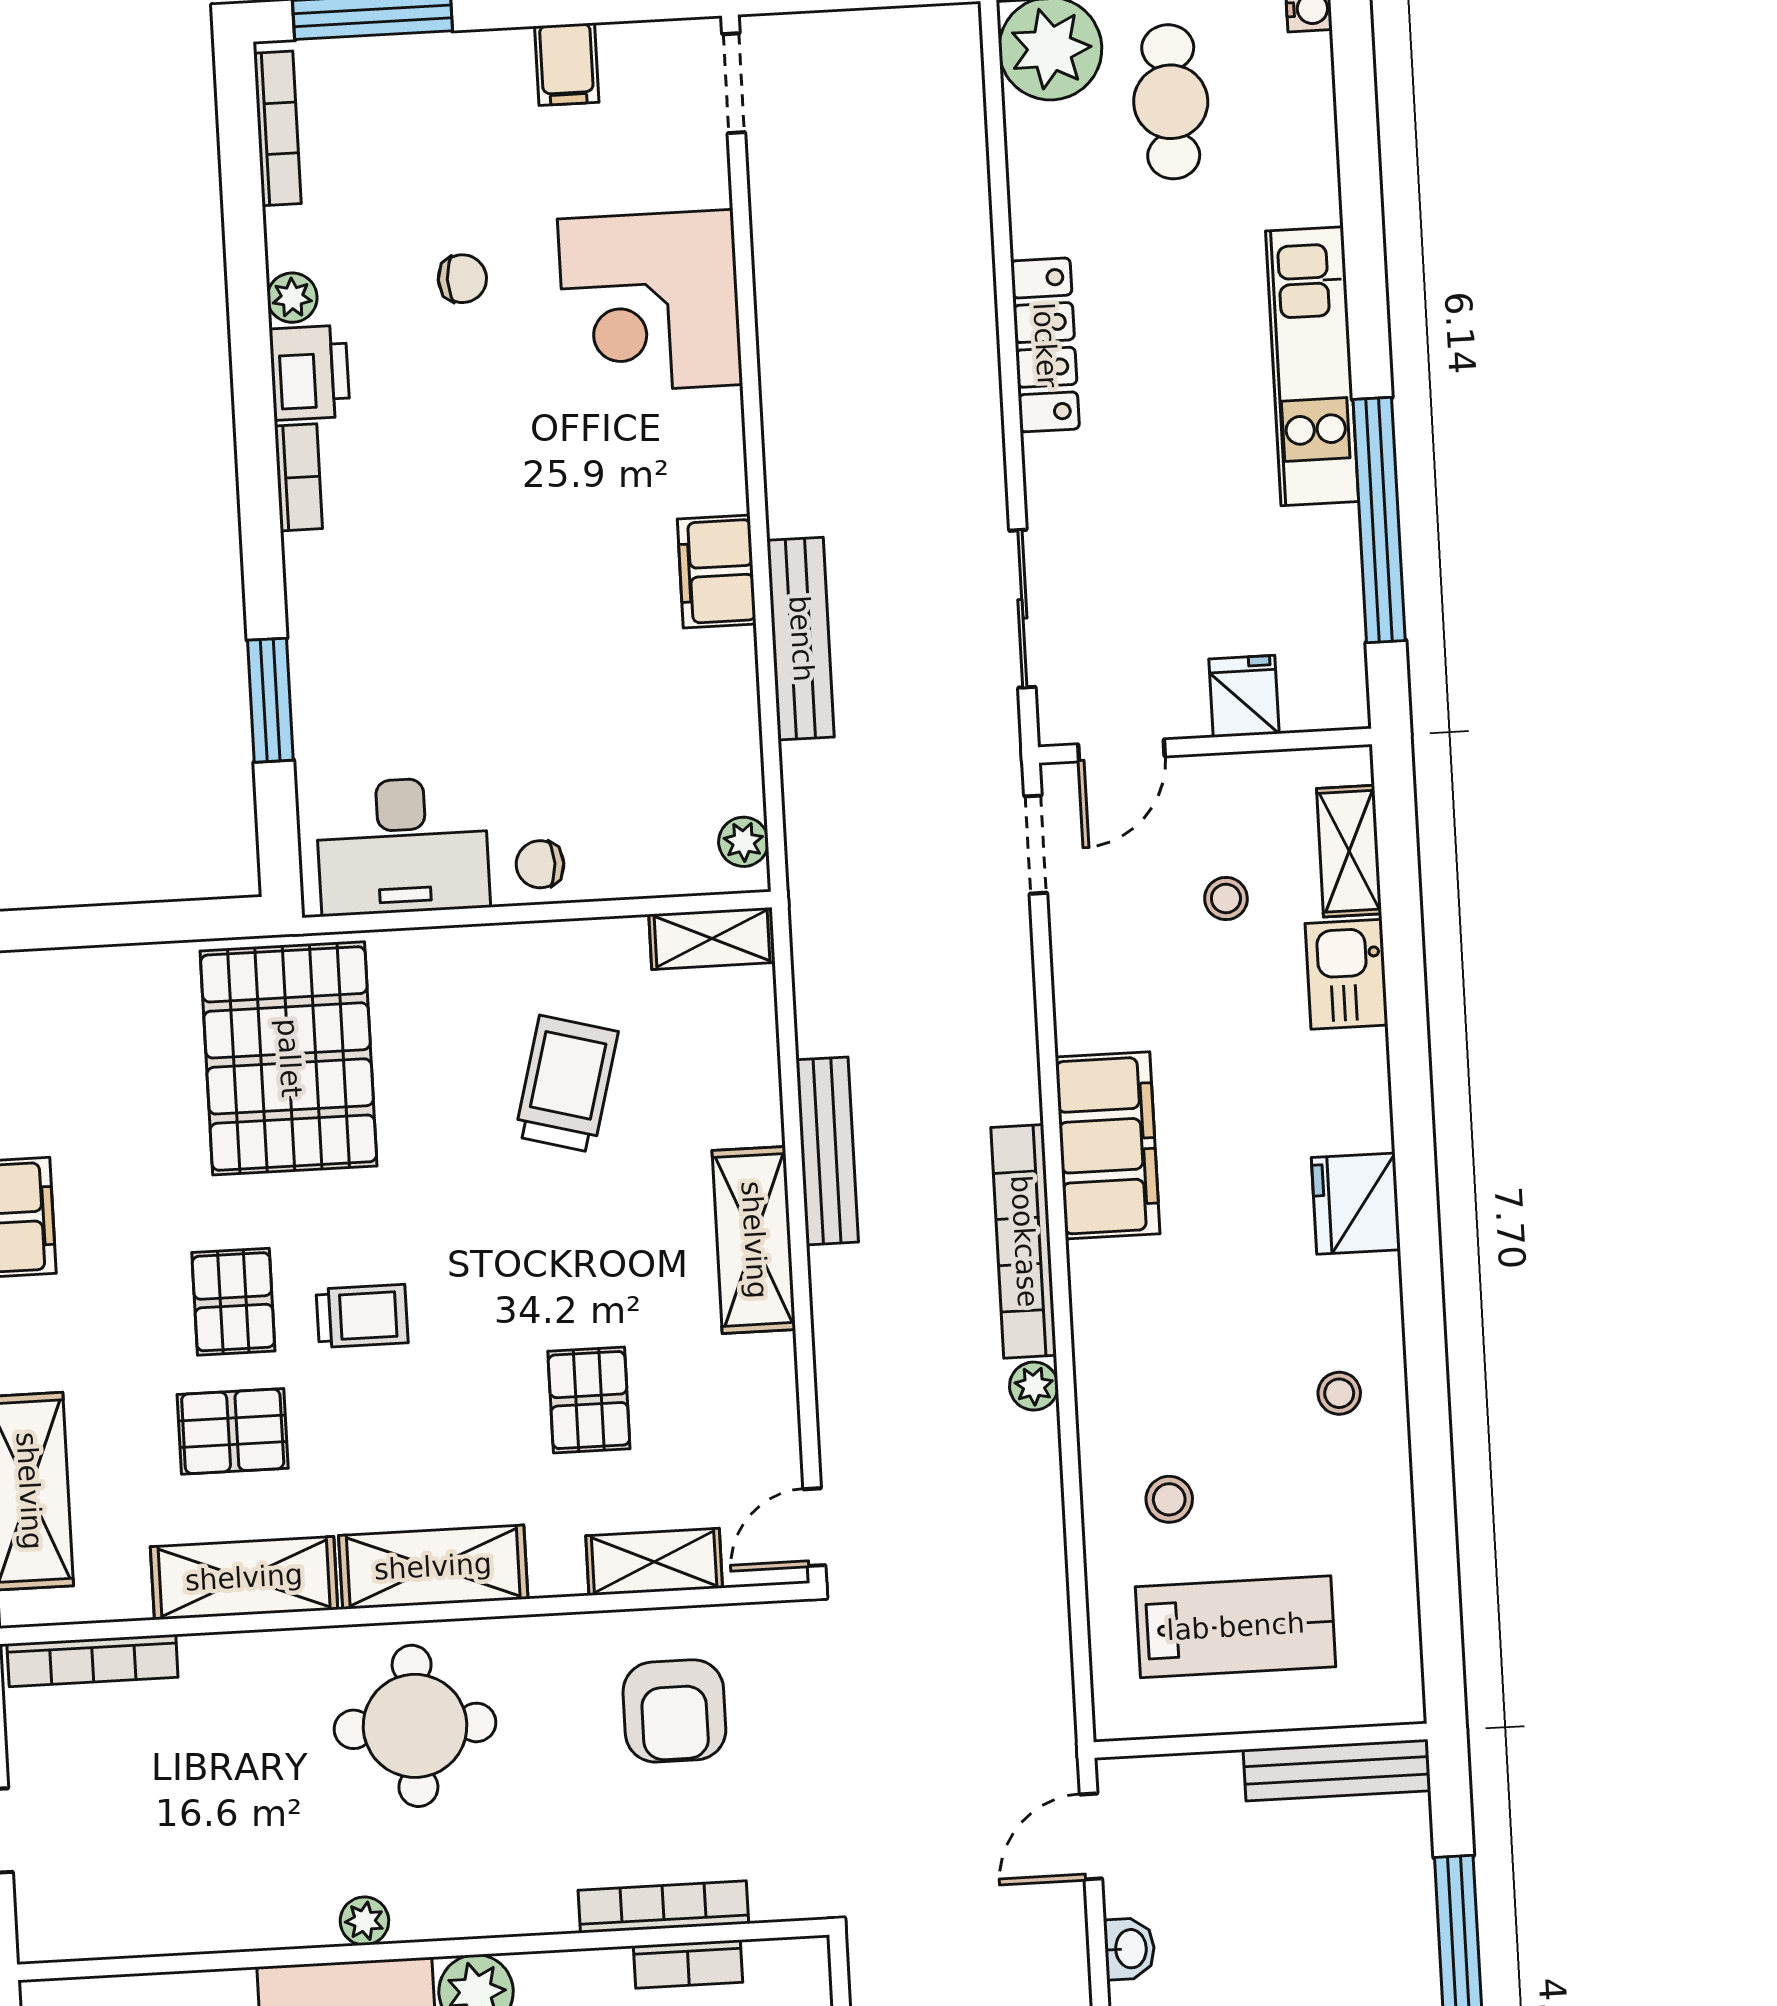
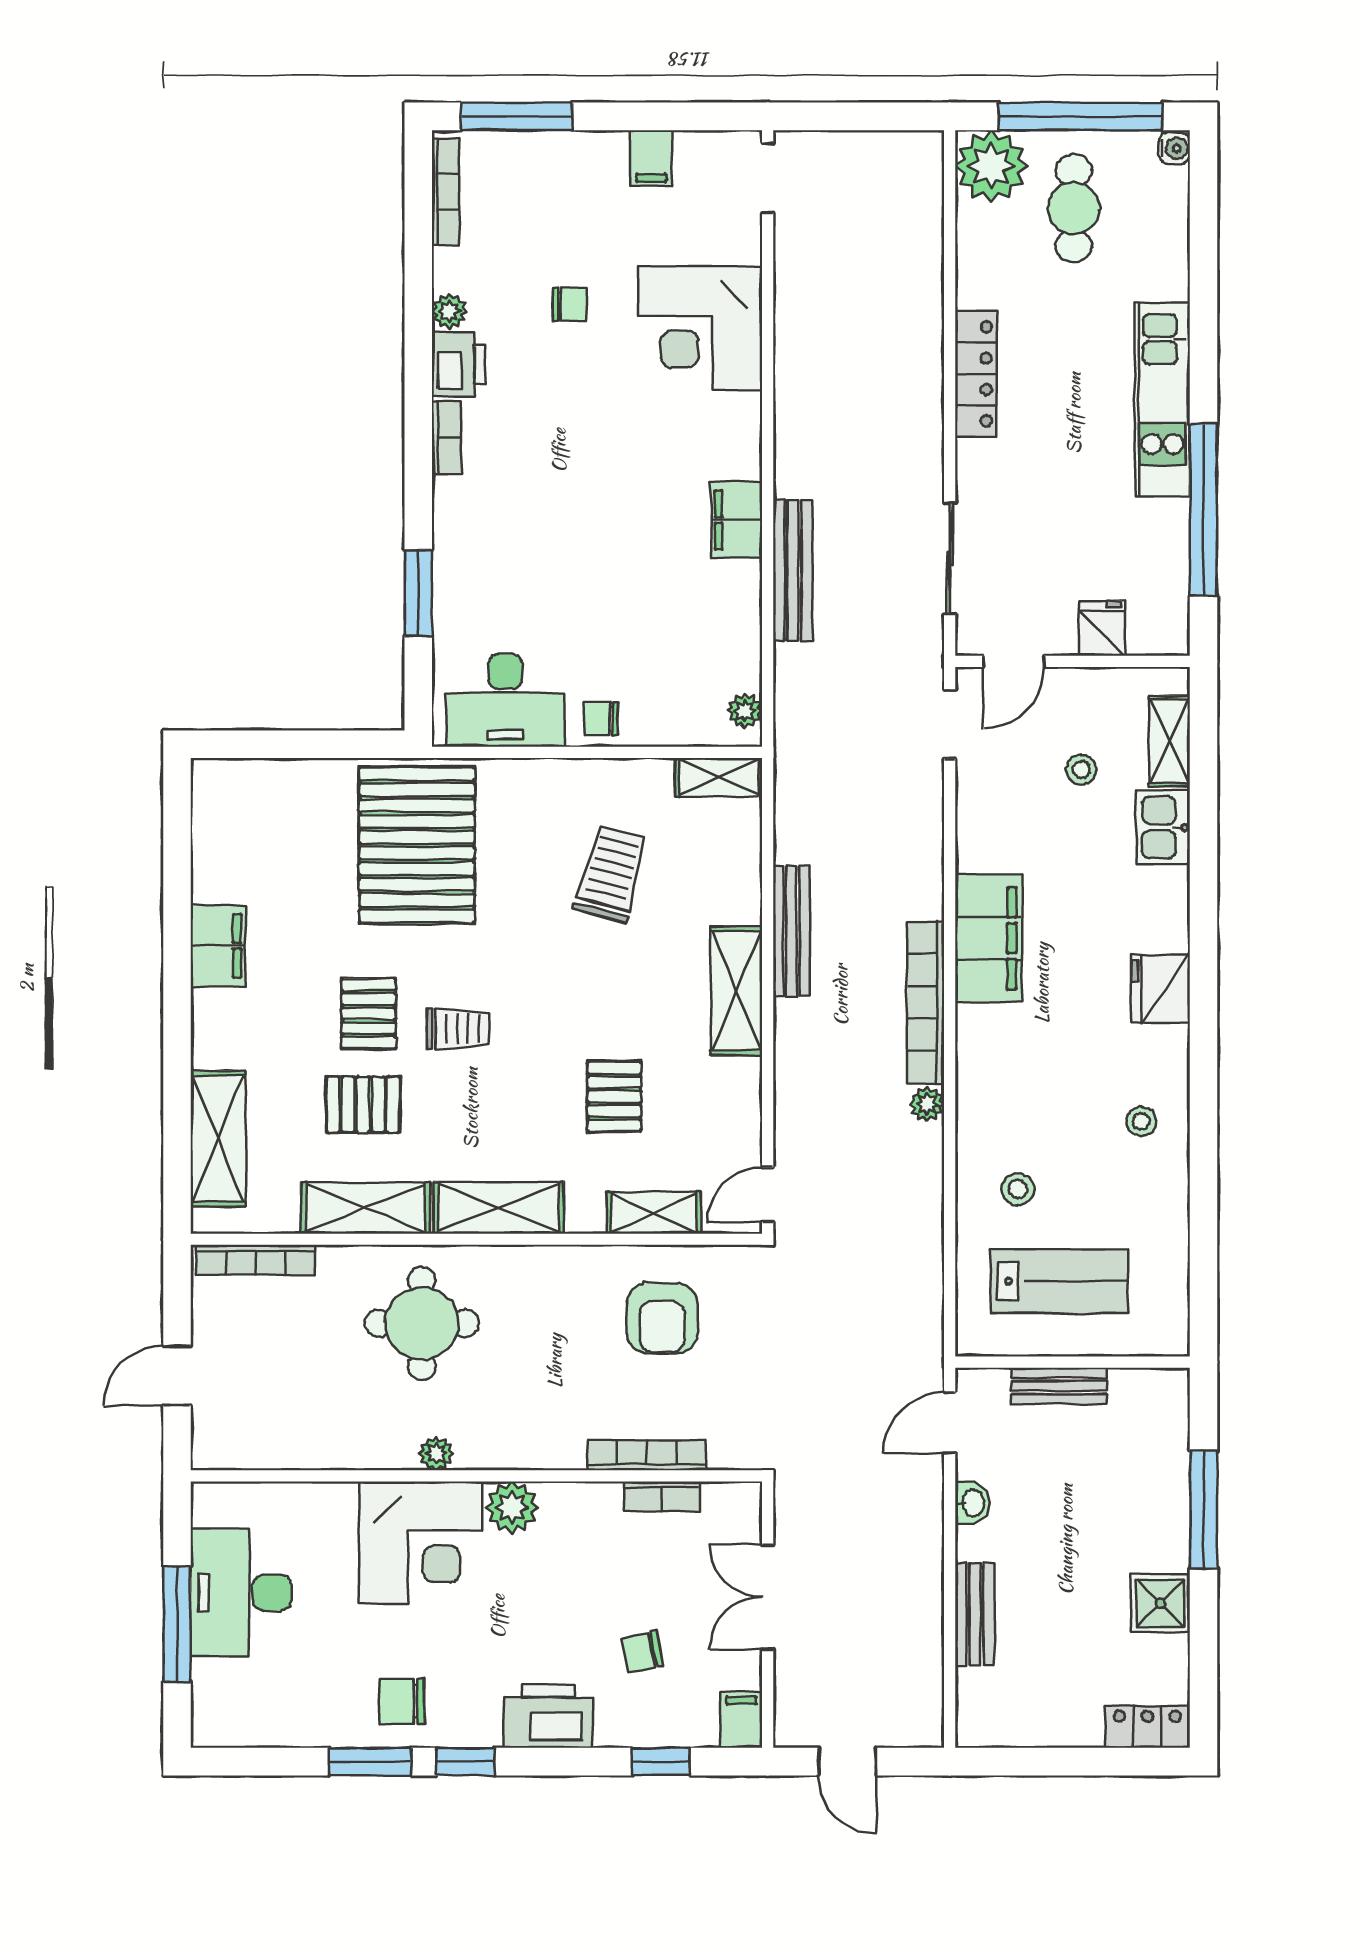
round table: (415, 1726) -> (422, 1323), moved
bench: (1337, 1770) -> (1059, 1386), moved, width x0.73

